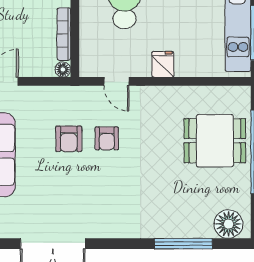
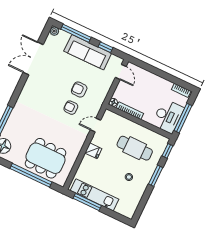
dining table: (215, 141) -> (46, 158), width x1.38

